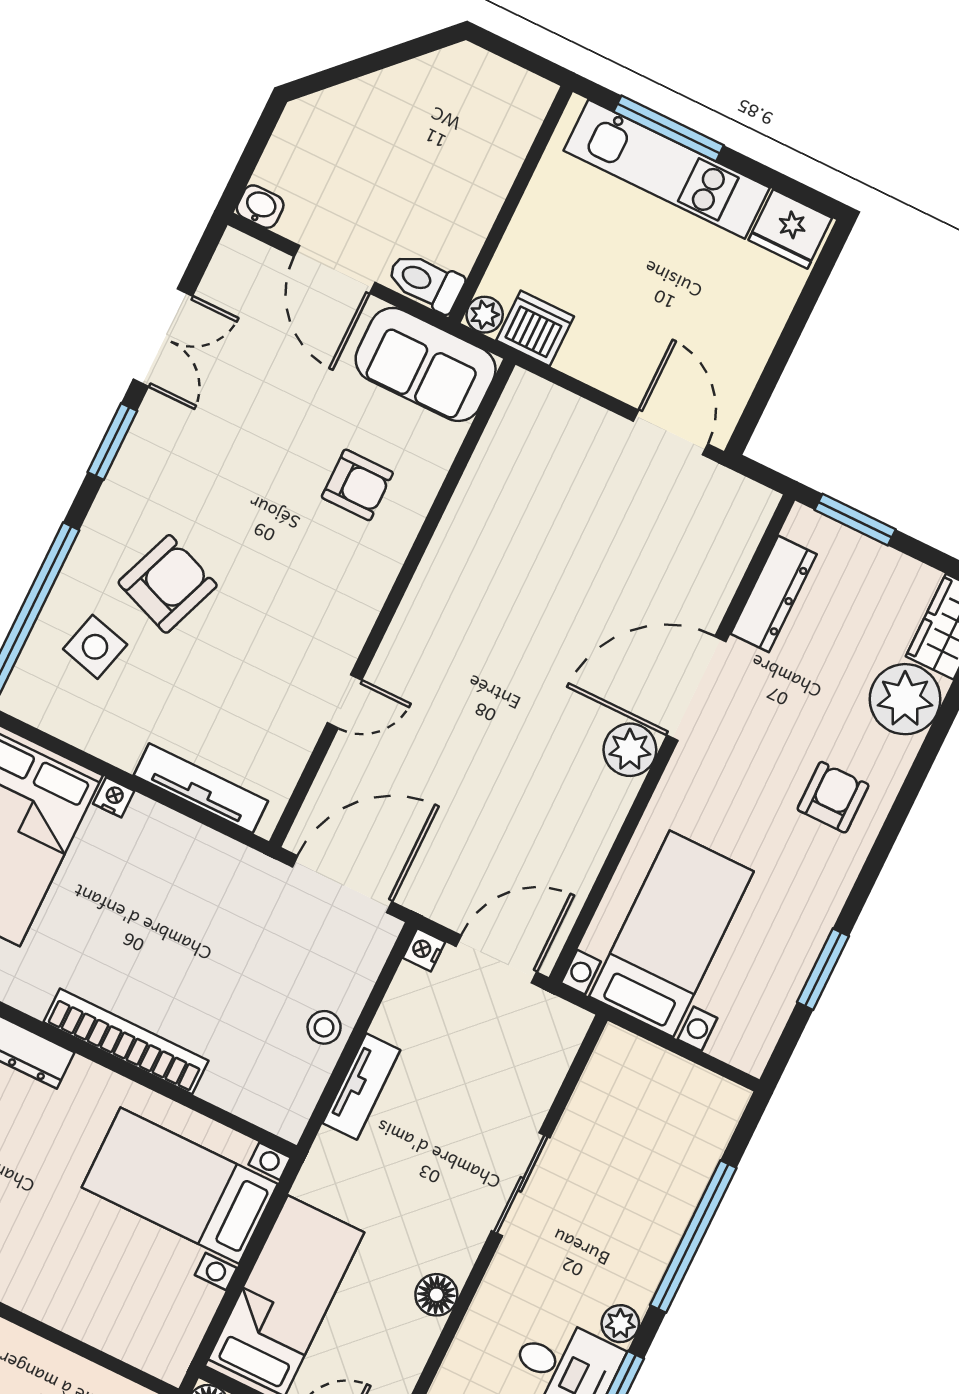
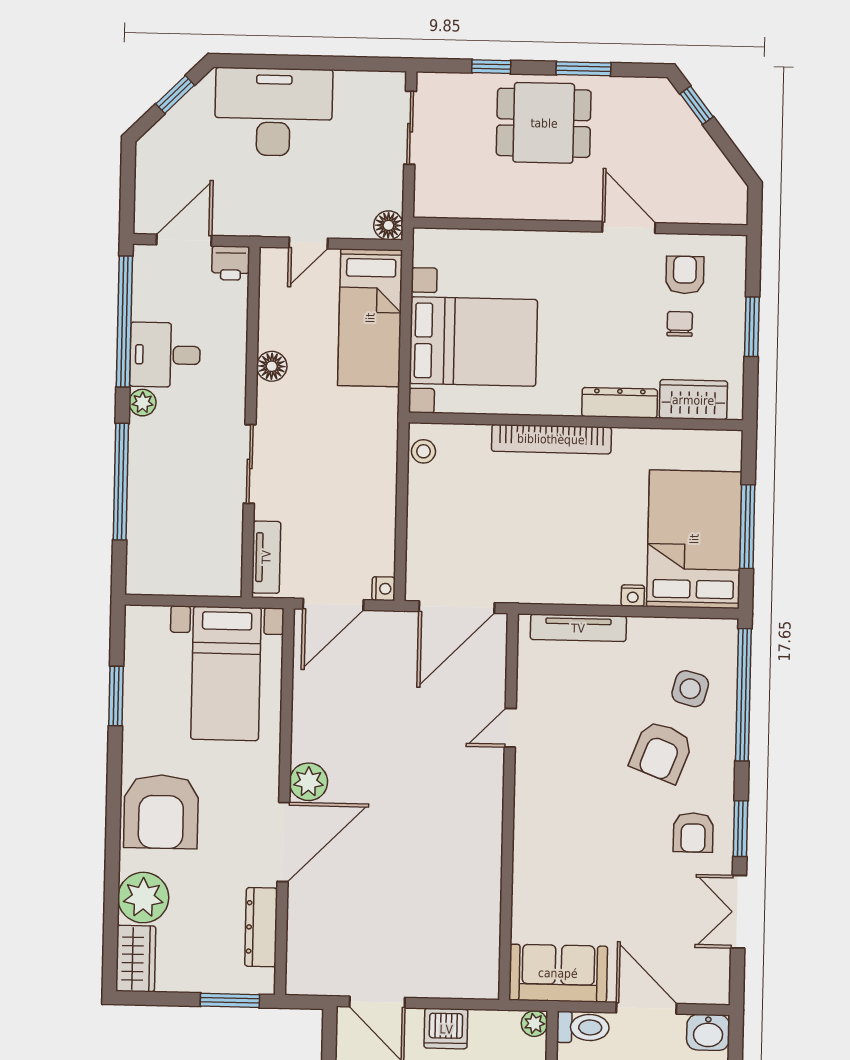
washbasin: (260, 207) -> (708, 1032), width x1.38, depth x1.45
dishwasher: (535, 328) -> (446, 1029), moved
armchair: (357, 485) -> (693, 832), moved, turned -90
armchair: (833, 797) -> (161, 812), width x1.88, depth x1.88
stool: (324, 1027) -> (423, 451), moved
tv unit: (361, 1087) -> (266, 557), moved, turned 180
bed with nightstands: (180, 1186) -> (473, 341), width x1.36

